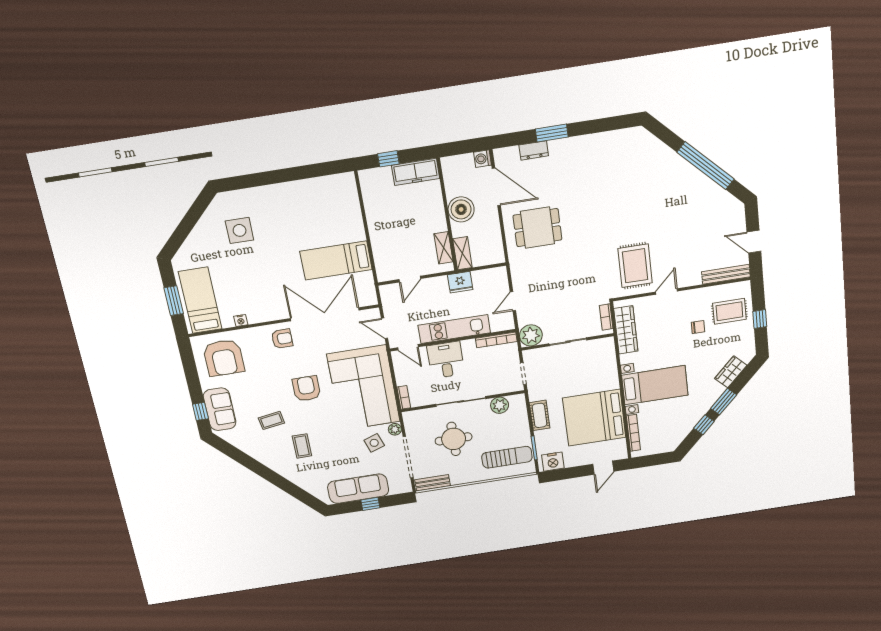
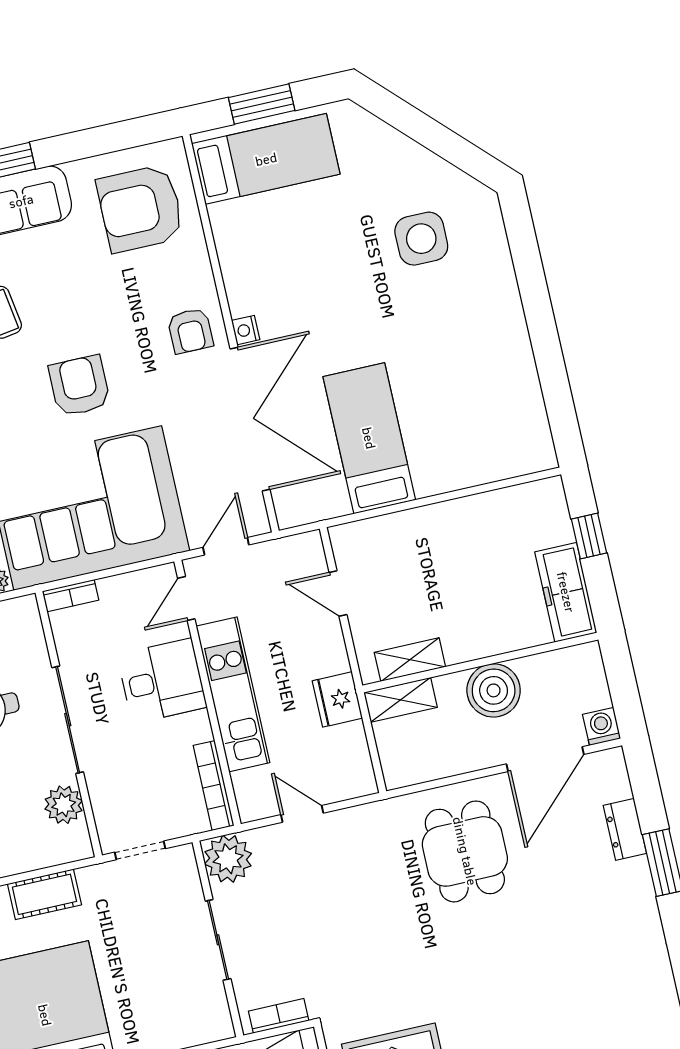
nightstand: (241, 320) -> (246, 330), moved
armchair: (307, 389) -> (79, 386), turned -90

